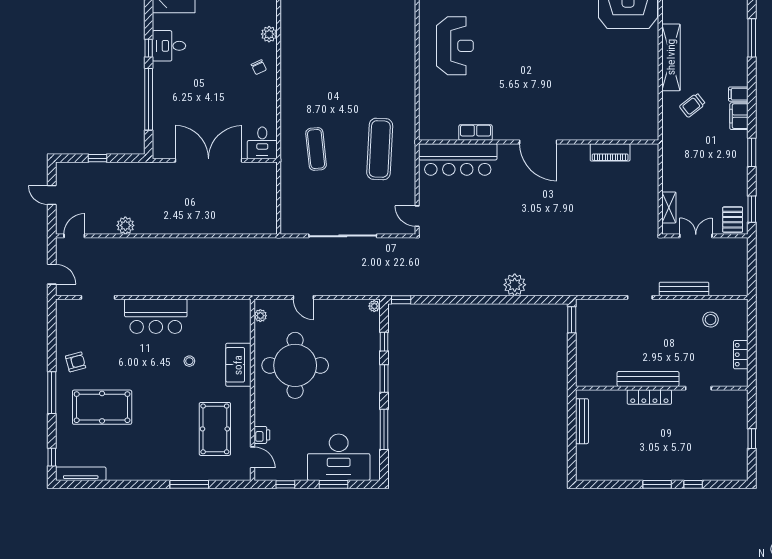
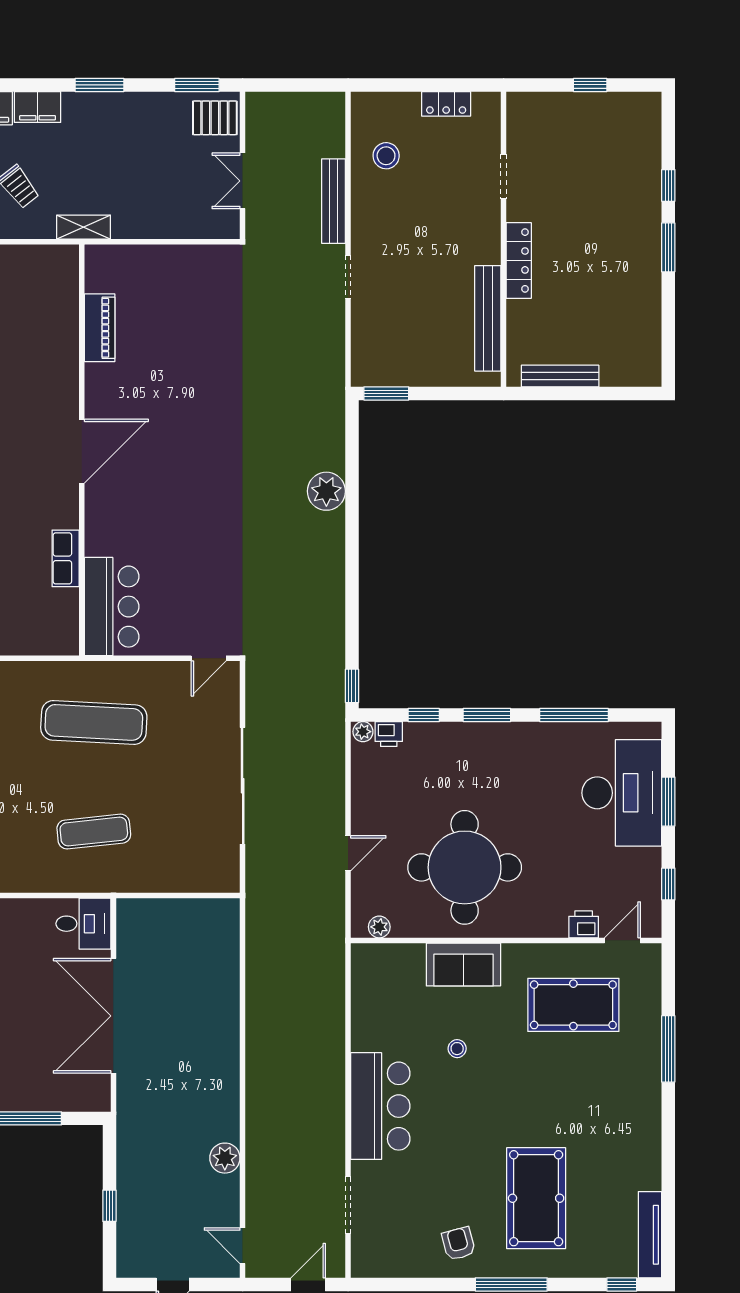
bar counter: (458, 159) -> (112, 607), width x0.73
shelving: (669, 207) -> (84, 227), moved
printer: (373, 321) -> (389, 734), added
bench: (648, 379) -> (488, 318), moved

